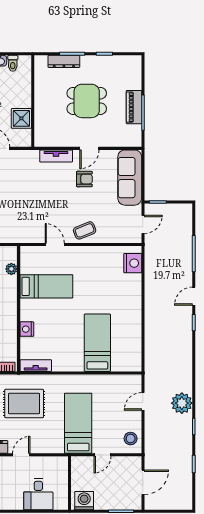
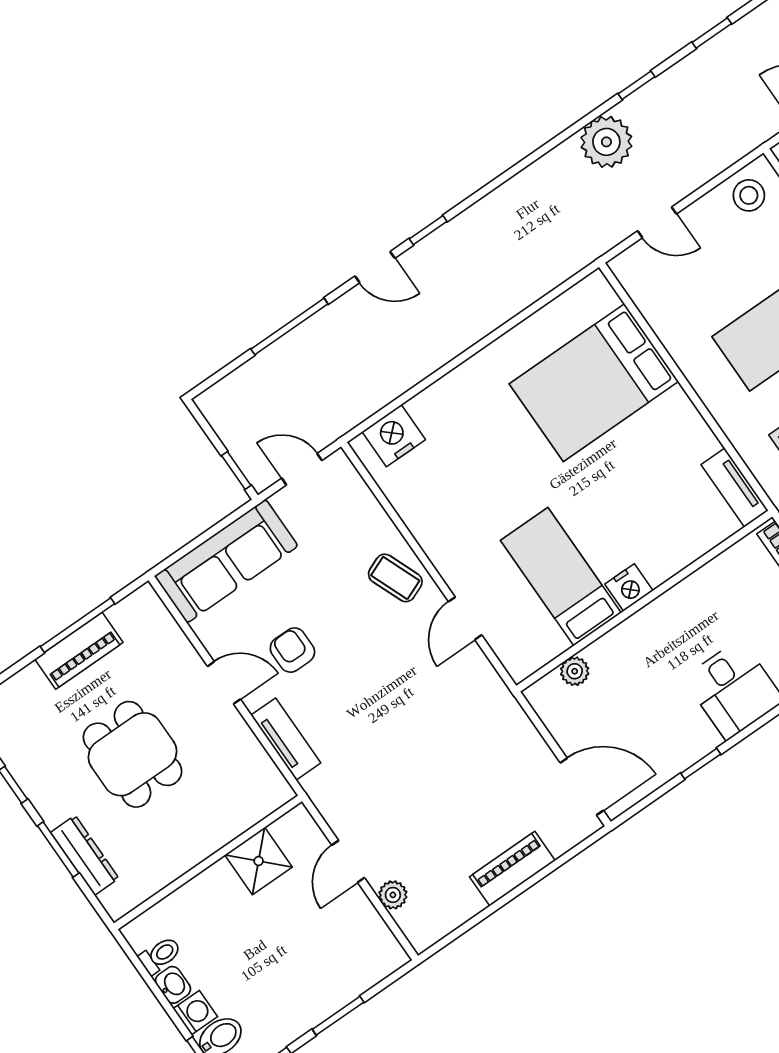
nightstand: (27, 329) -> (629, 587), moved
bed: (97, 343) -> (594, 383), width x1.50

